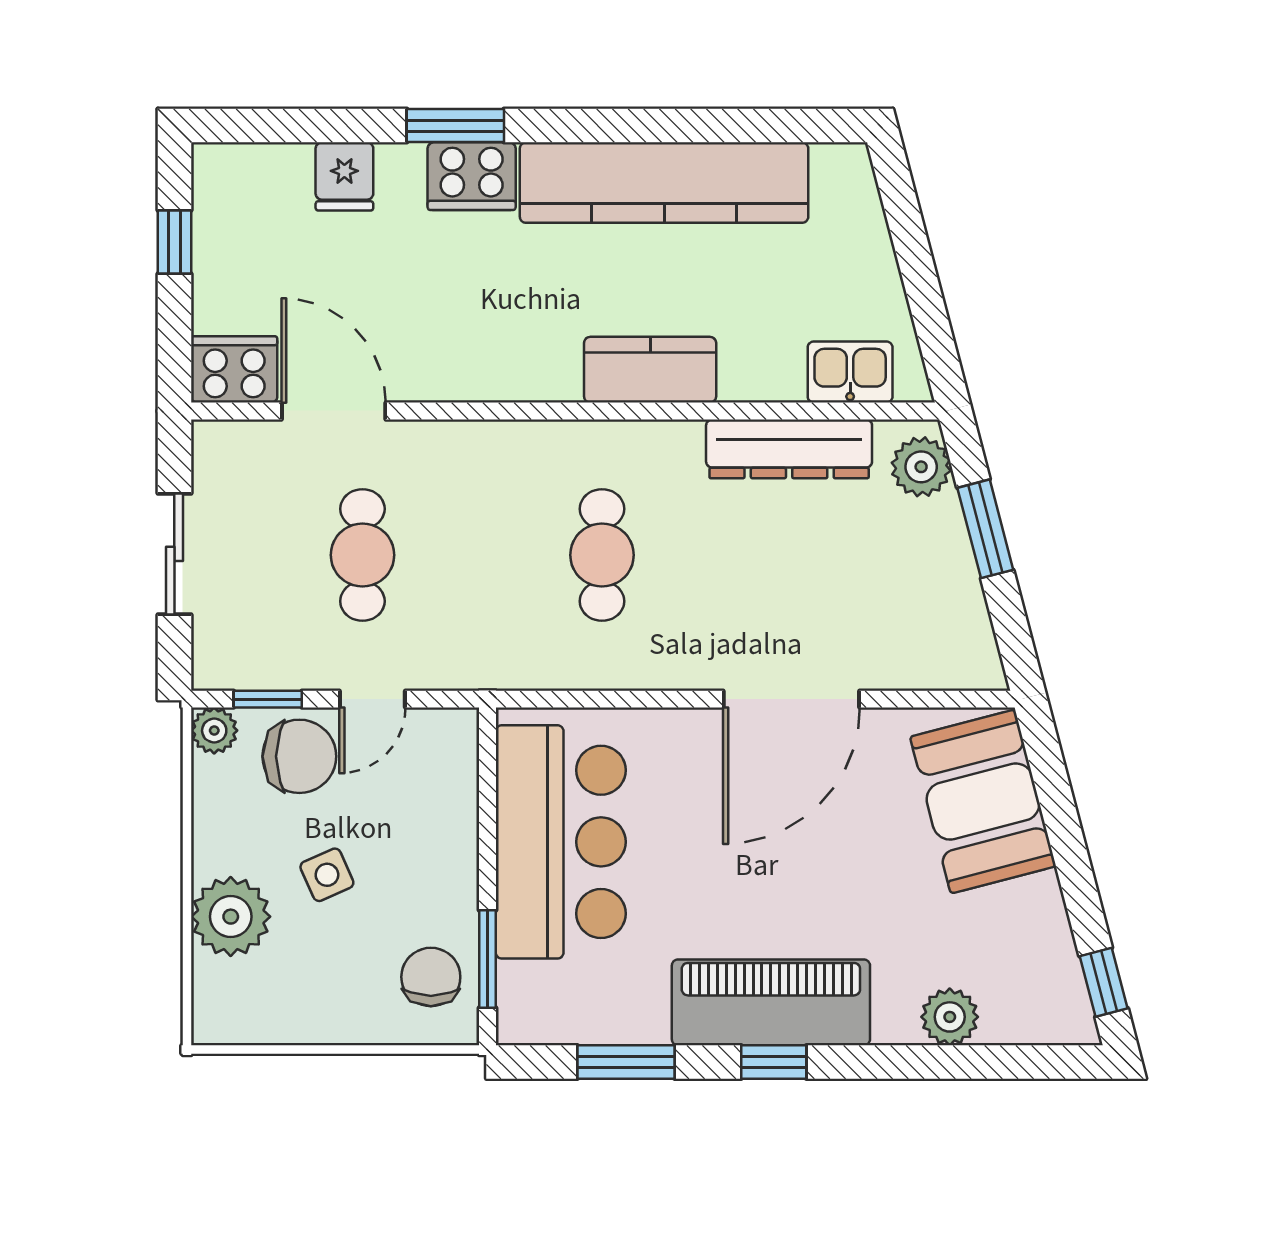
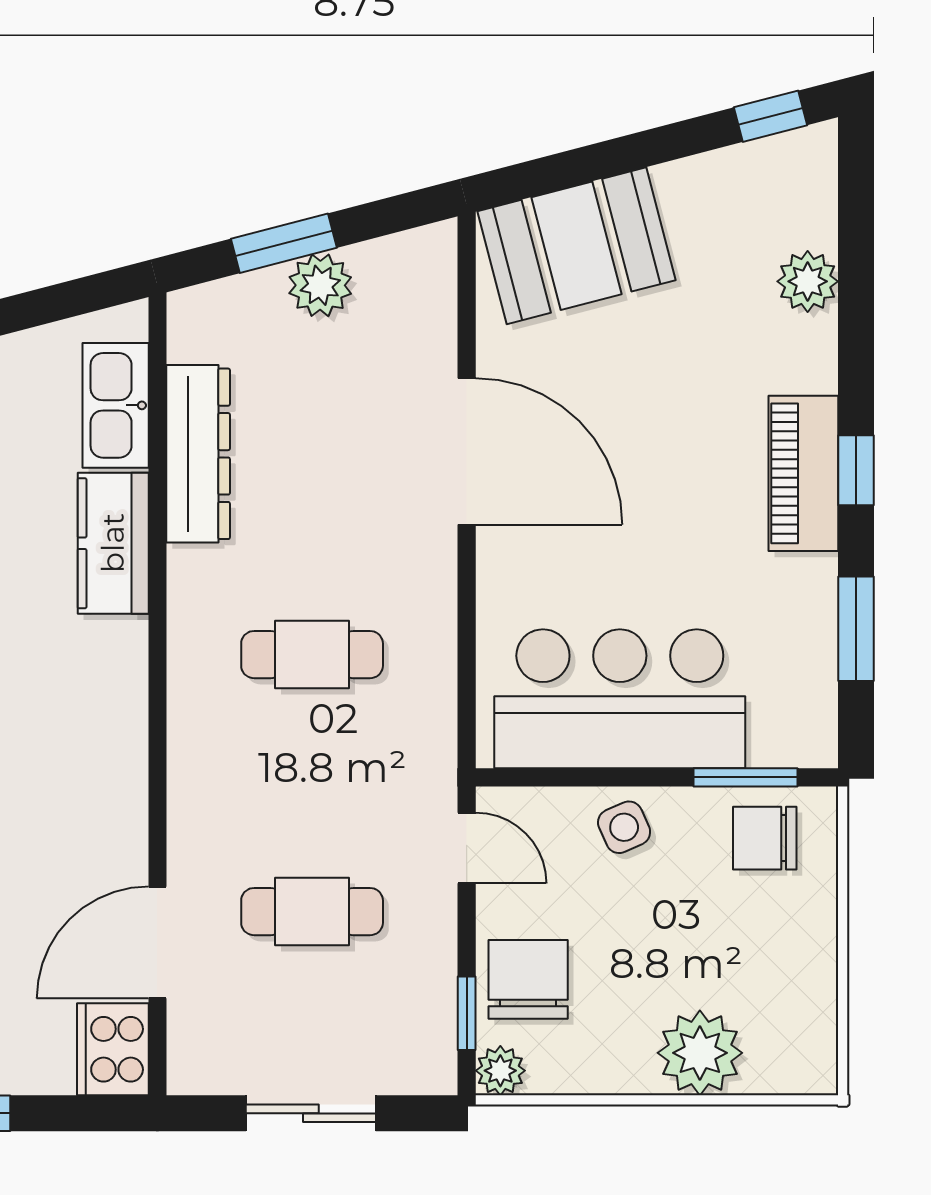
kitchen counter: (650, 370) -> (113, 543), moved
kitchen sink: (850, 372) -> (116, 405), width x1.38
plant: (921, 467) -> (320, 285), moved
door: (372, 699) -> (467, 848), moved
side table: (327, 875) -> (624, 827), moved
piano: (771, 1002) -> (803, 473), width x0.73, depth x0.75

